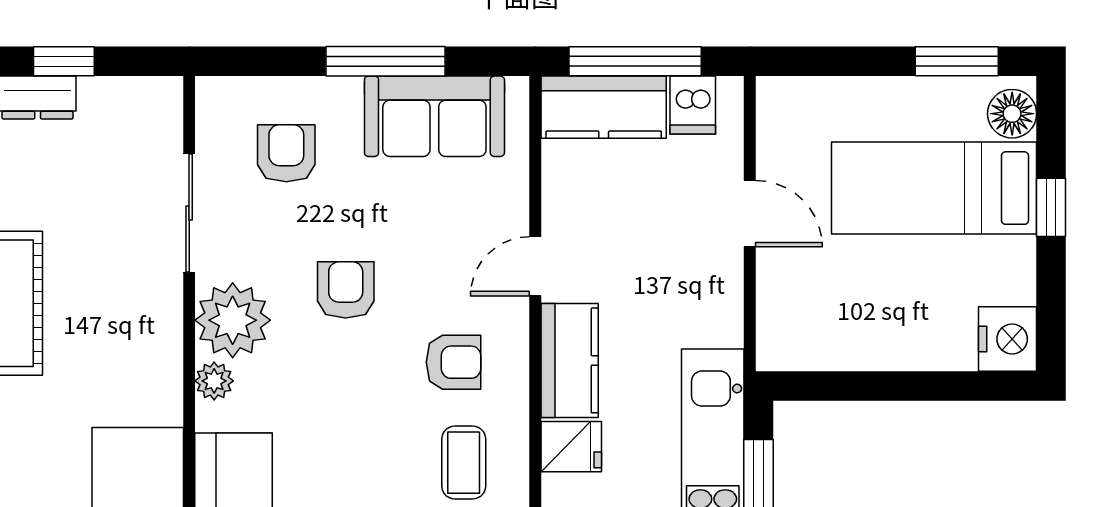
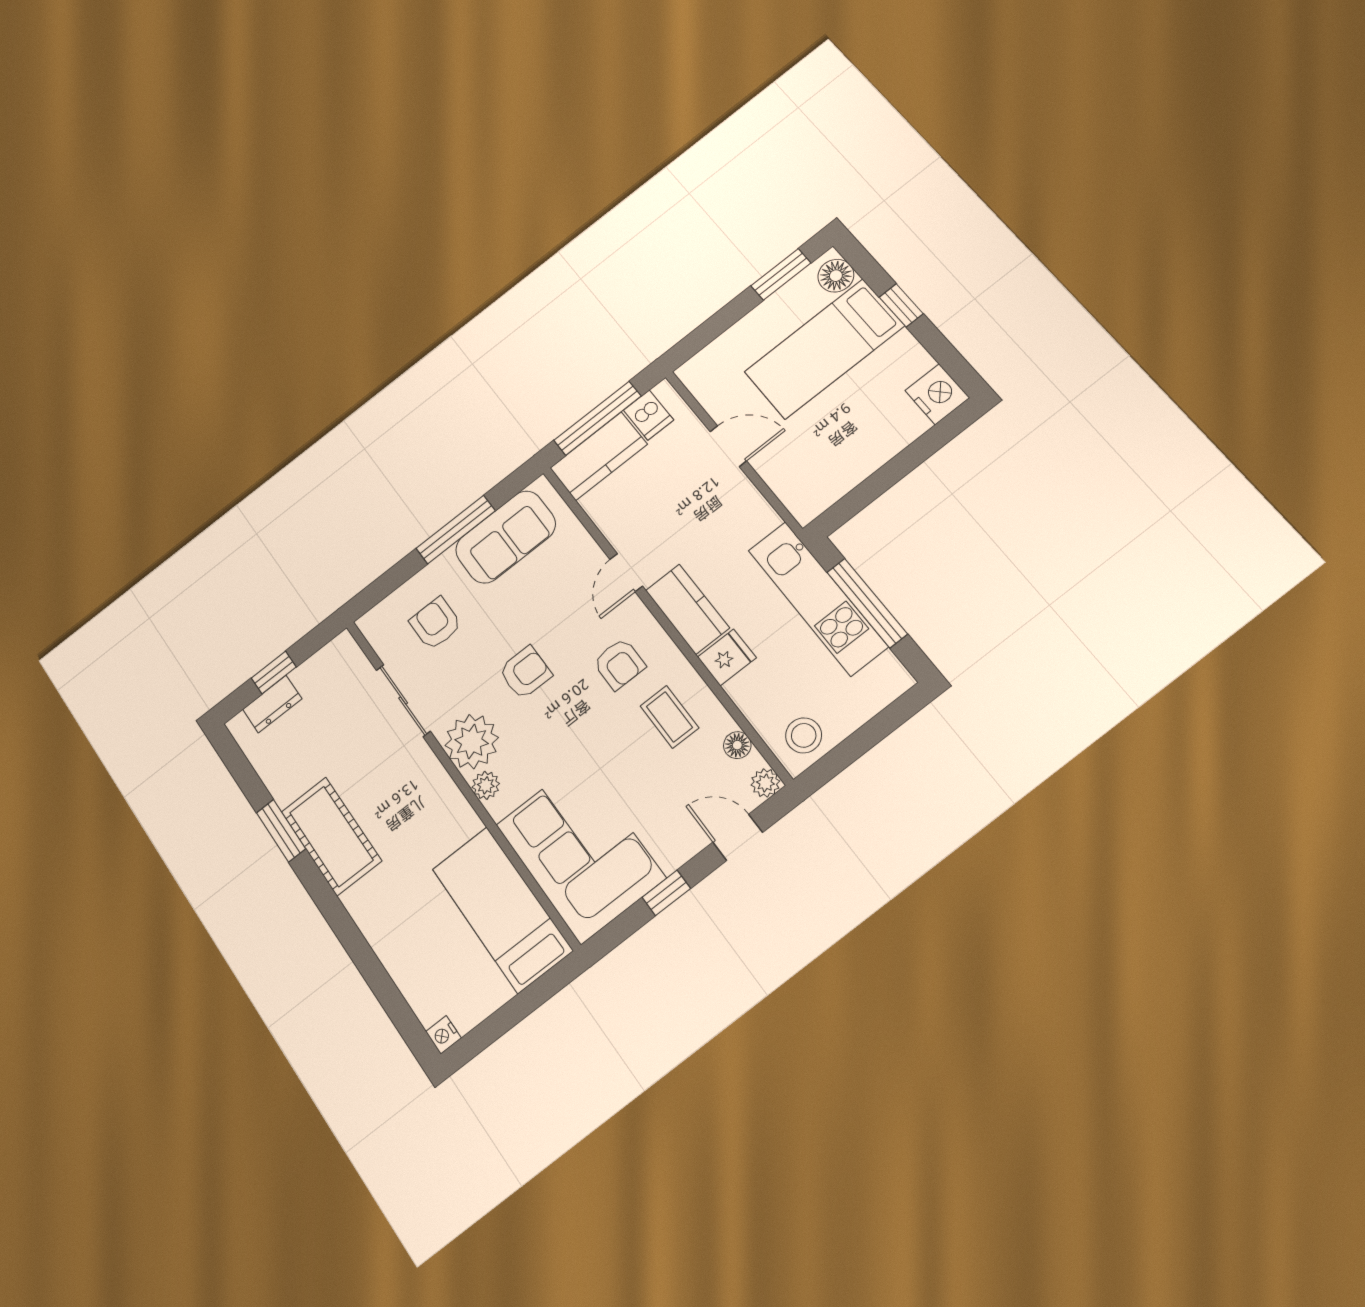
armchair: (346, 290) -> (525, 672), turned 90
armchair: (453, 362) -> (619, 664), turned 90

